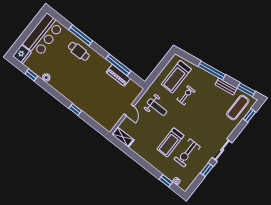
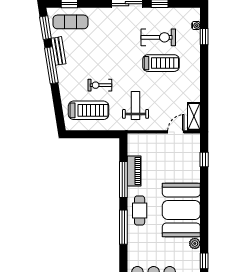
window: (81, 35) -> (123, 227), moved
cafe table: (79, 51) -> (140, 211), moved
window: (212, 70) -> (51, 65), moved
booth: (73, 85) -> (181, 210), added
window: (75, 109) -> (204, 159), moved
door: (129, 110) -> (176, 132), moved

